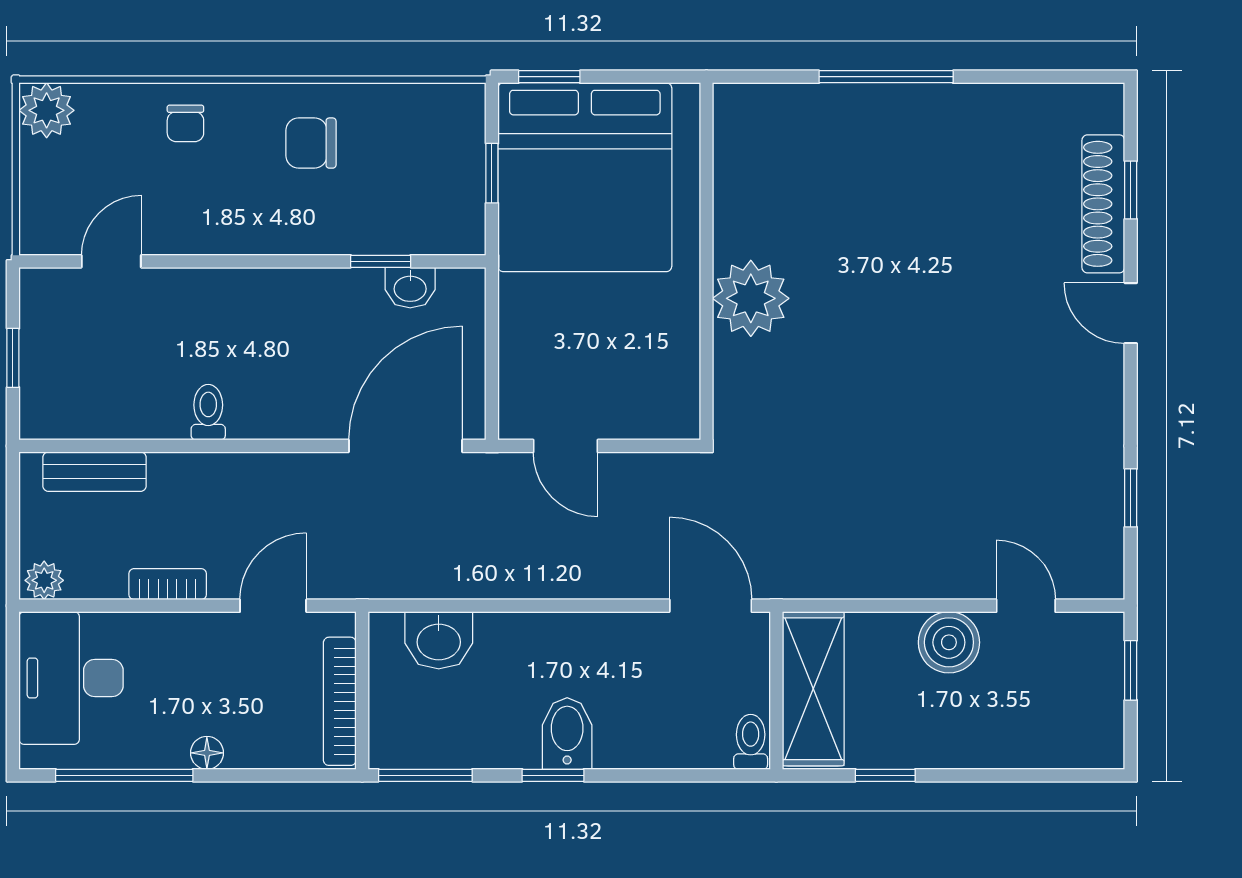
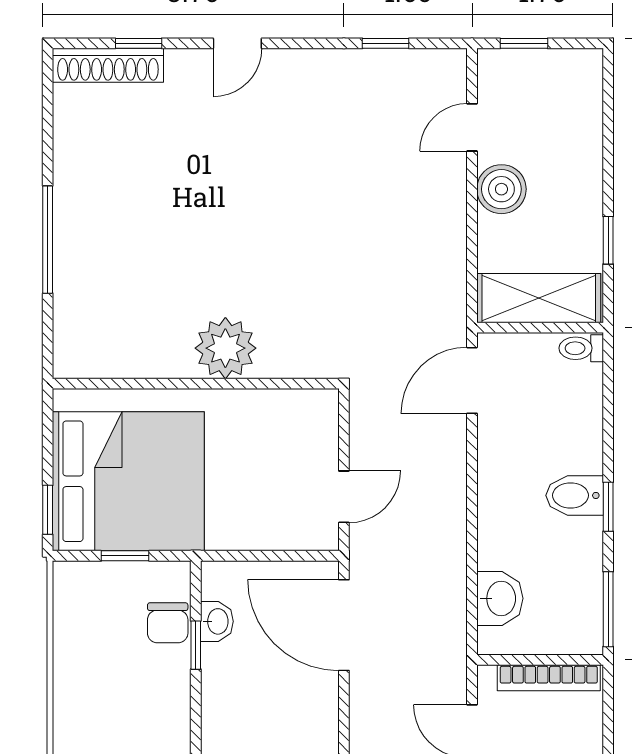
chair: (311, 143) -> (168, 623), moved
shoe rack: (1103, 204) -> (108, 65), moved

